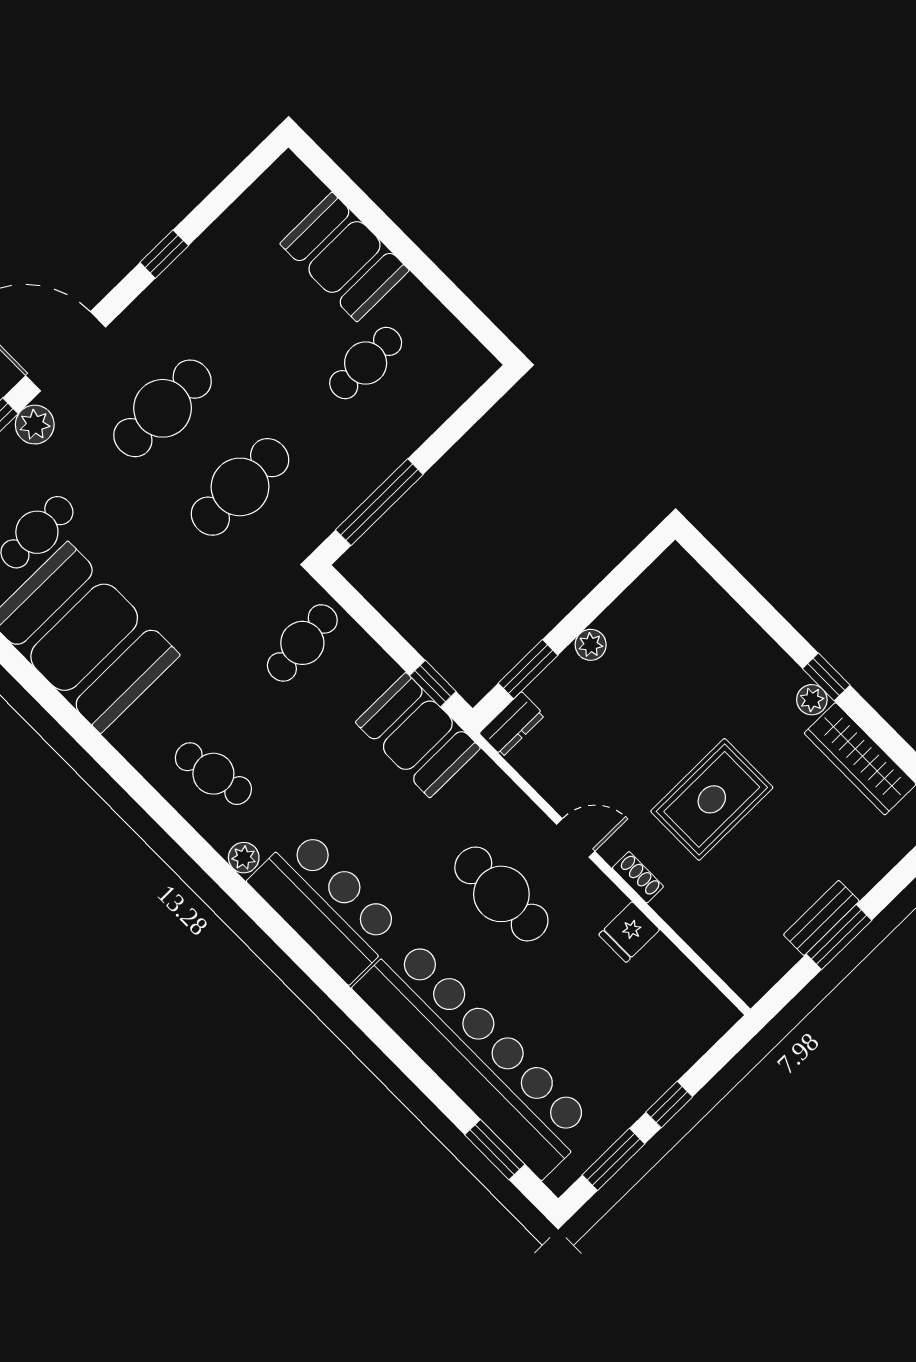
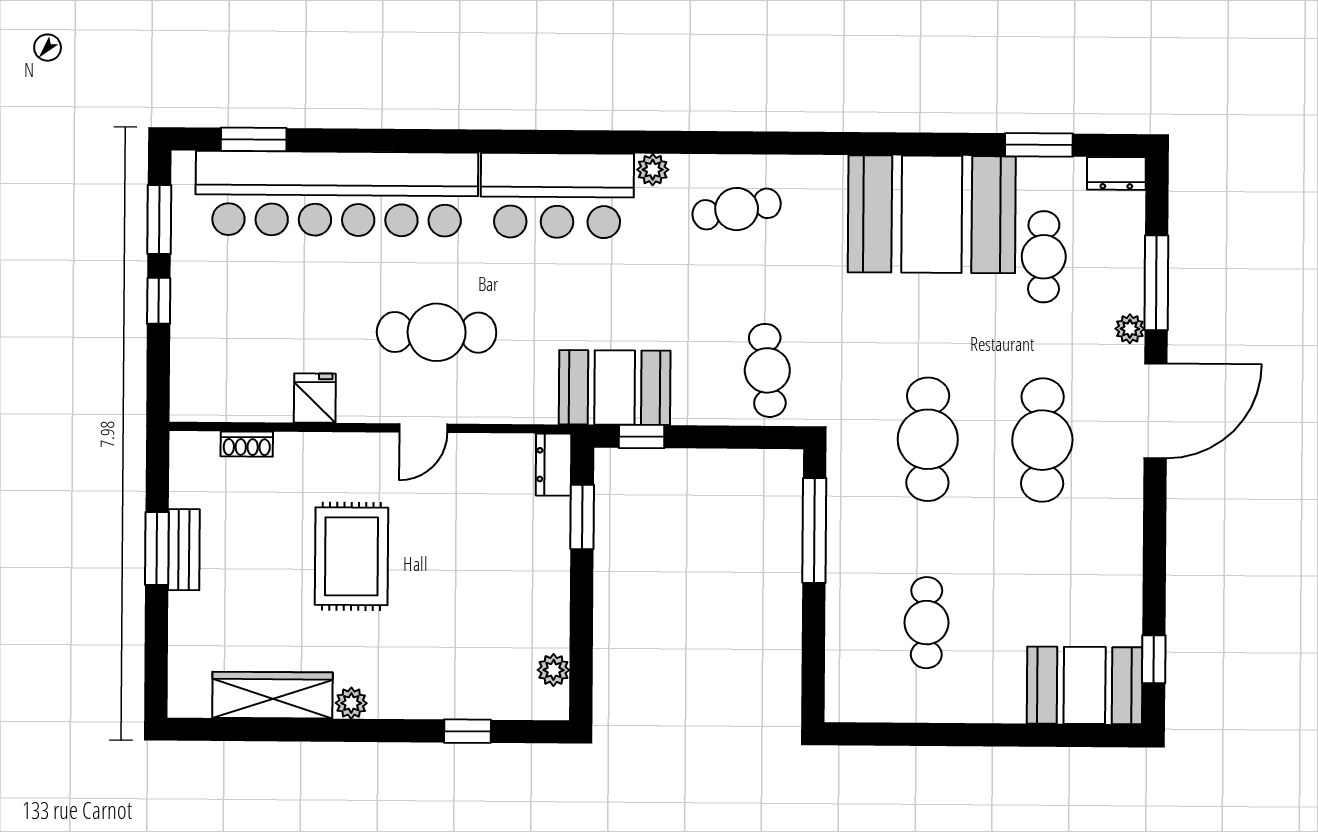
window: (164, 254) -> (1154, 659), moved
booth: (344, 257) -> (1085, 685), moved
plant: (35, 425) -> (1130, 329), width x0.73, depth x0.73
plant: (591, 645) -> (553, 670), moved
window: (826, 677) -> (467, 731), moved
shoe rack: (638, 877) -> (247, 444), moved

